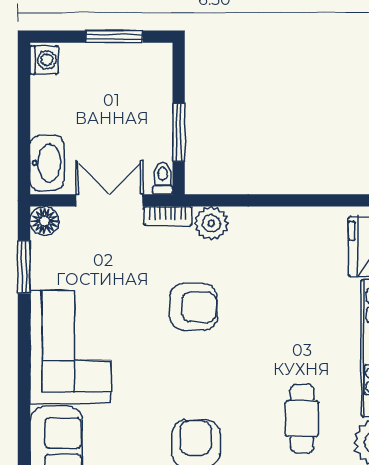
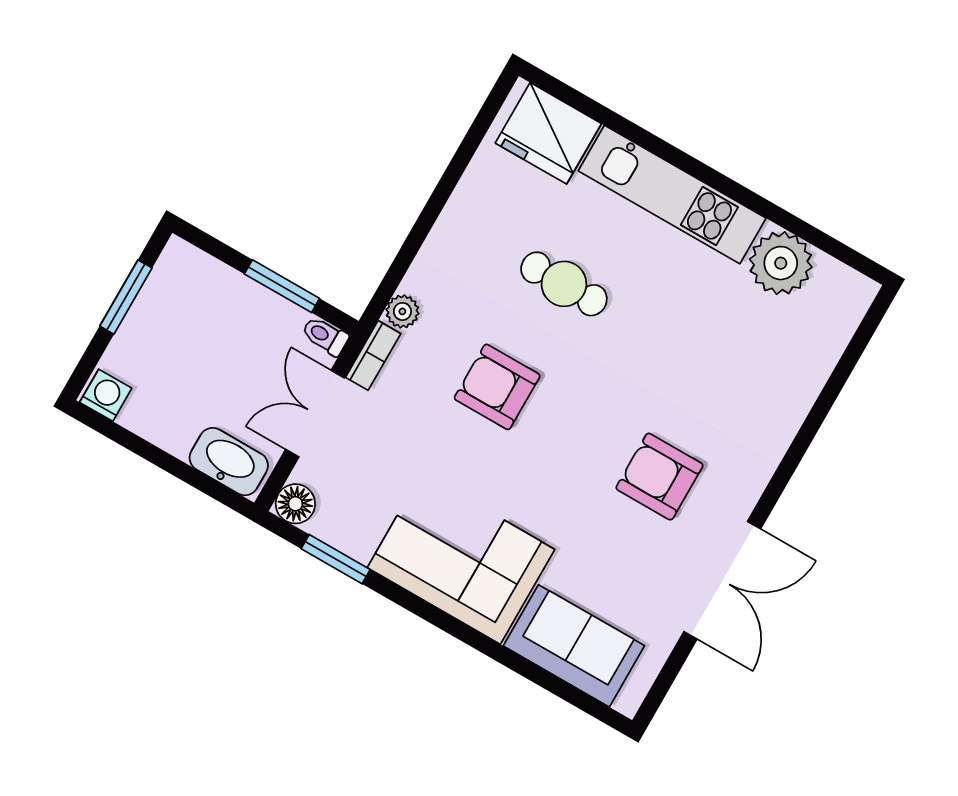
plant: (211, 223) -> (402, 311), width x0.73, depth x0.73
armchair: (193, 307) -> (497, 387), turned -90
cafe table: (302, 419) -> (564, 284), moved

